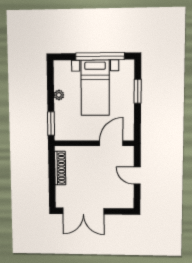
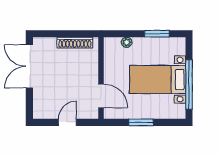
window: (138, 91) -> (141, 122), moved
plant: (59, 95) -> (127, 42), moved
window: (51, 124) -> (157, 34), moved

